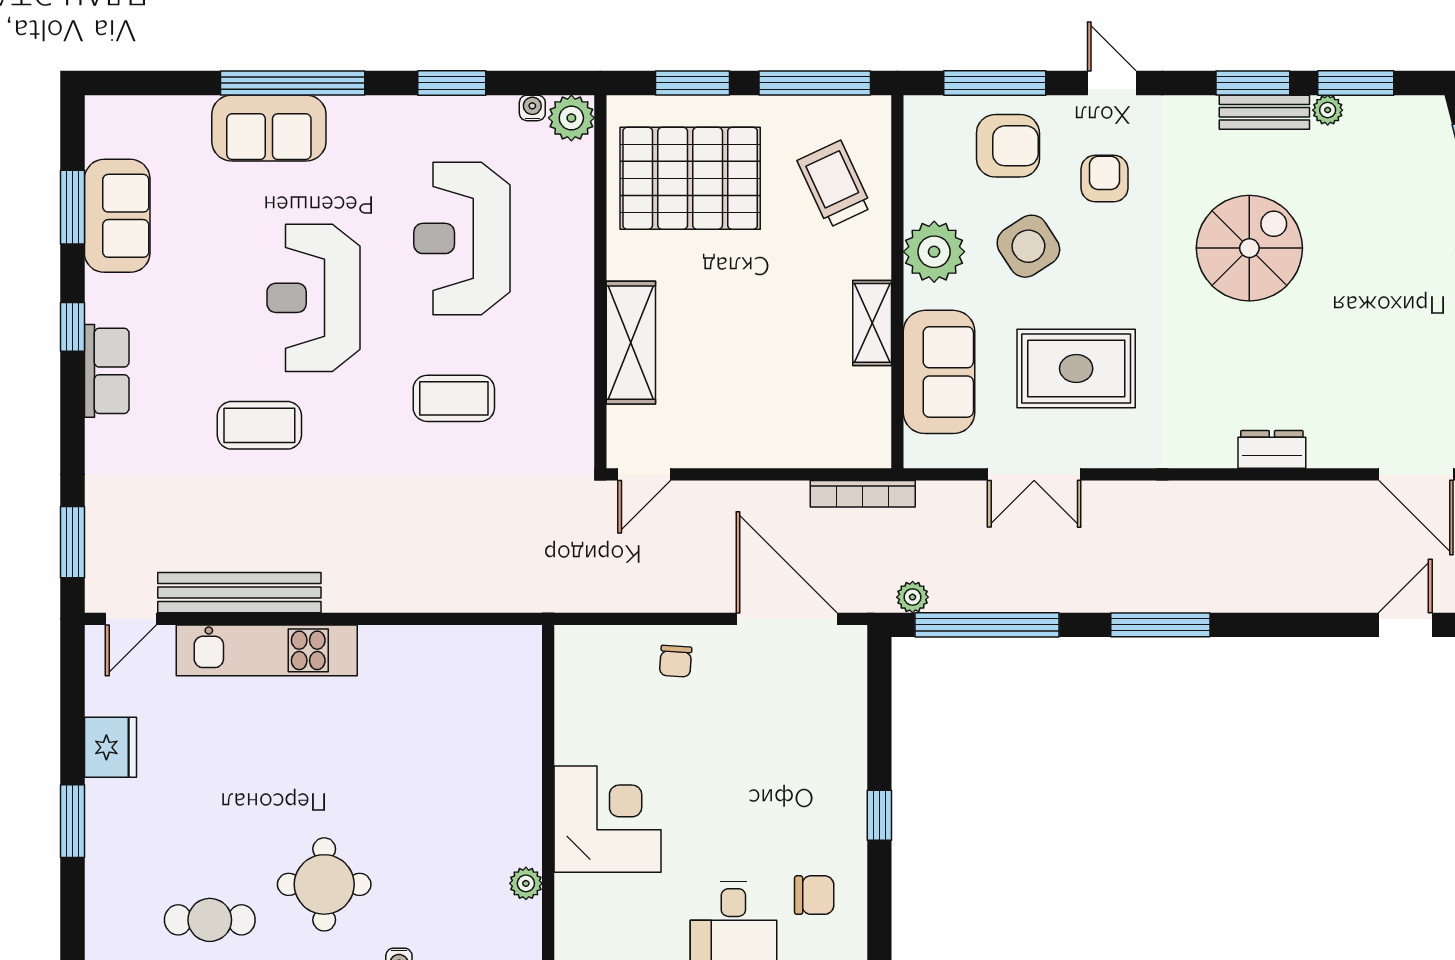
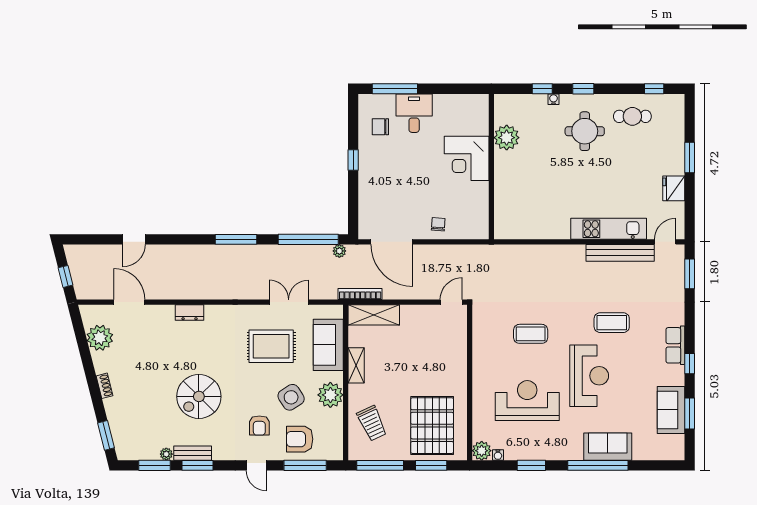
pallet: (690, 178) -> (432, 426), turned 90
reception desk: (462, 238) -> (527, 401), turned -90
shelving: (631, 343) -> (374, 315), moved, turned 90
plant: (526, 883) -> (507, 138), width x1.88, depth x1.88

